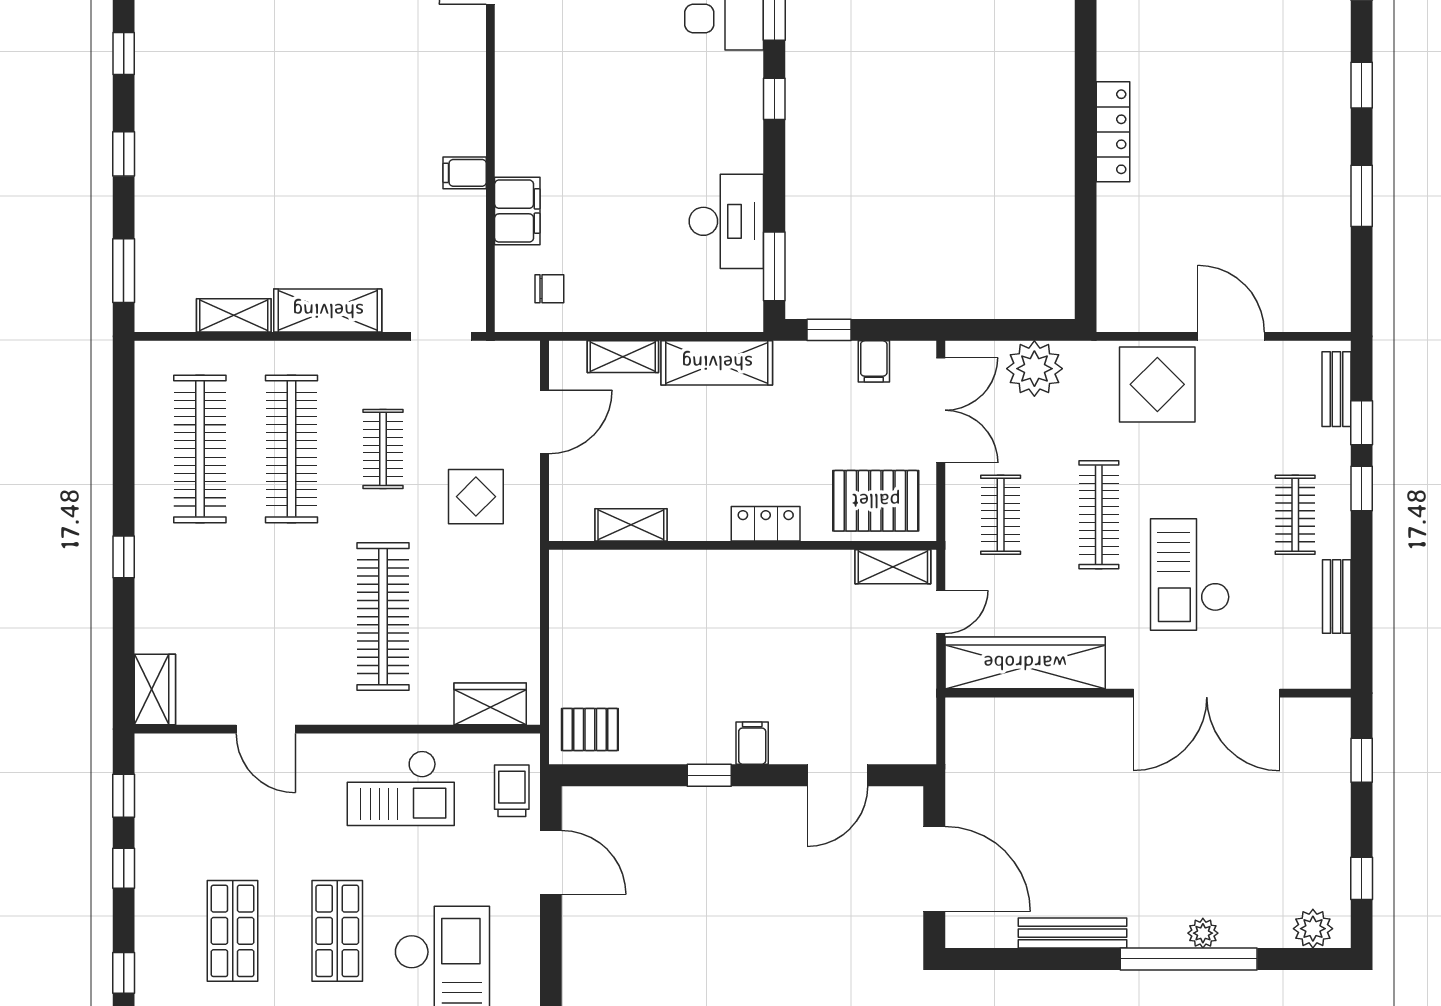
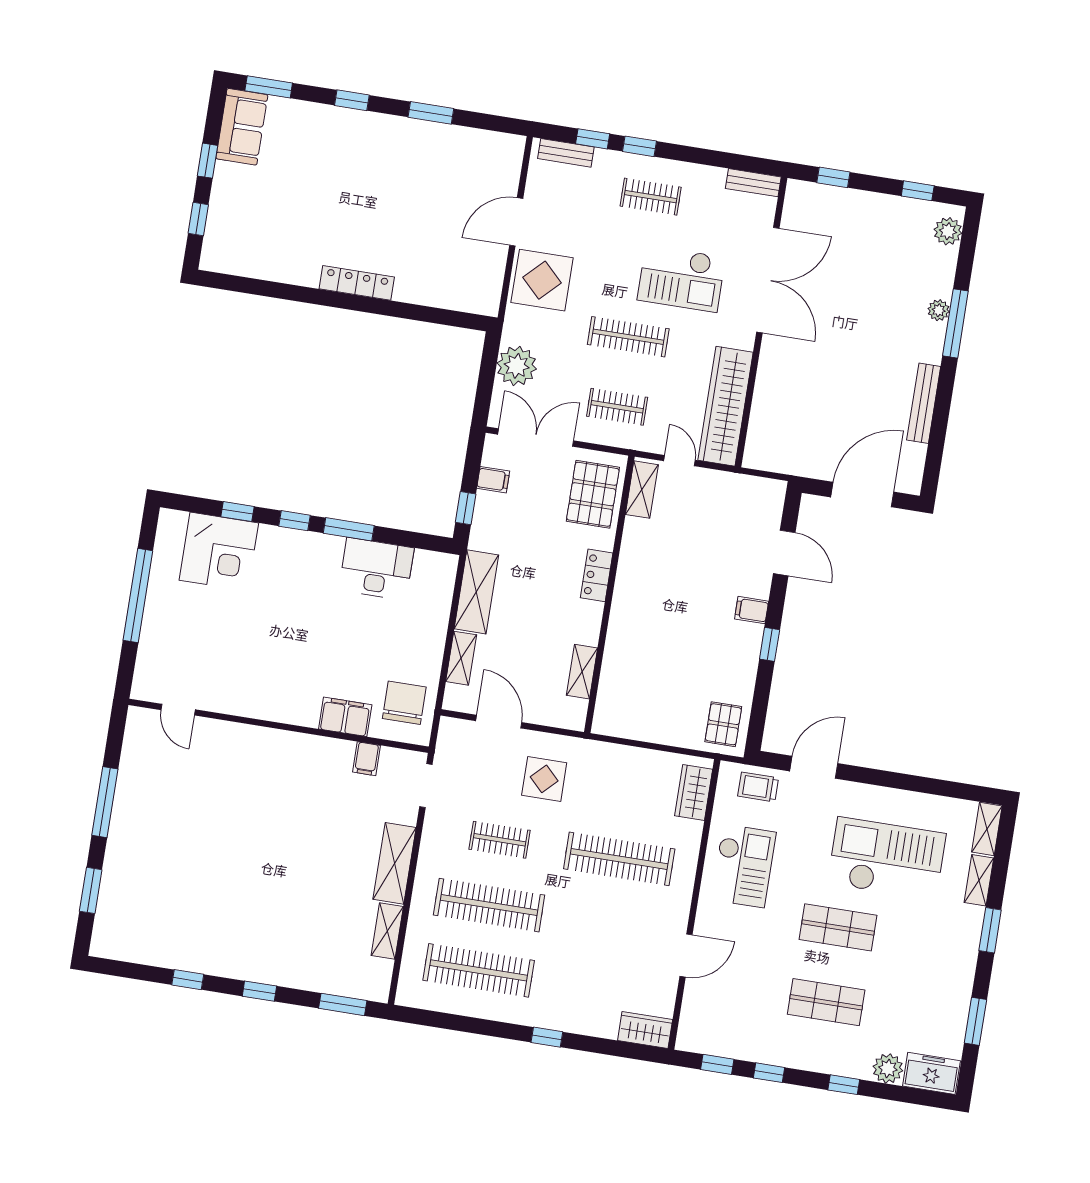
filing cabinet: (465, 173) -> (366, 759), moved
window: (774, 266) -> (349, 529), moved
chair: (549, 289) -> (404, 703), width x1.87, depth x1.87
bench: (1337, 597) -> (753, 183), moved
window: (1189, 959) -> (955, 323), width x0.68

